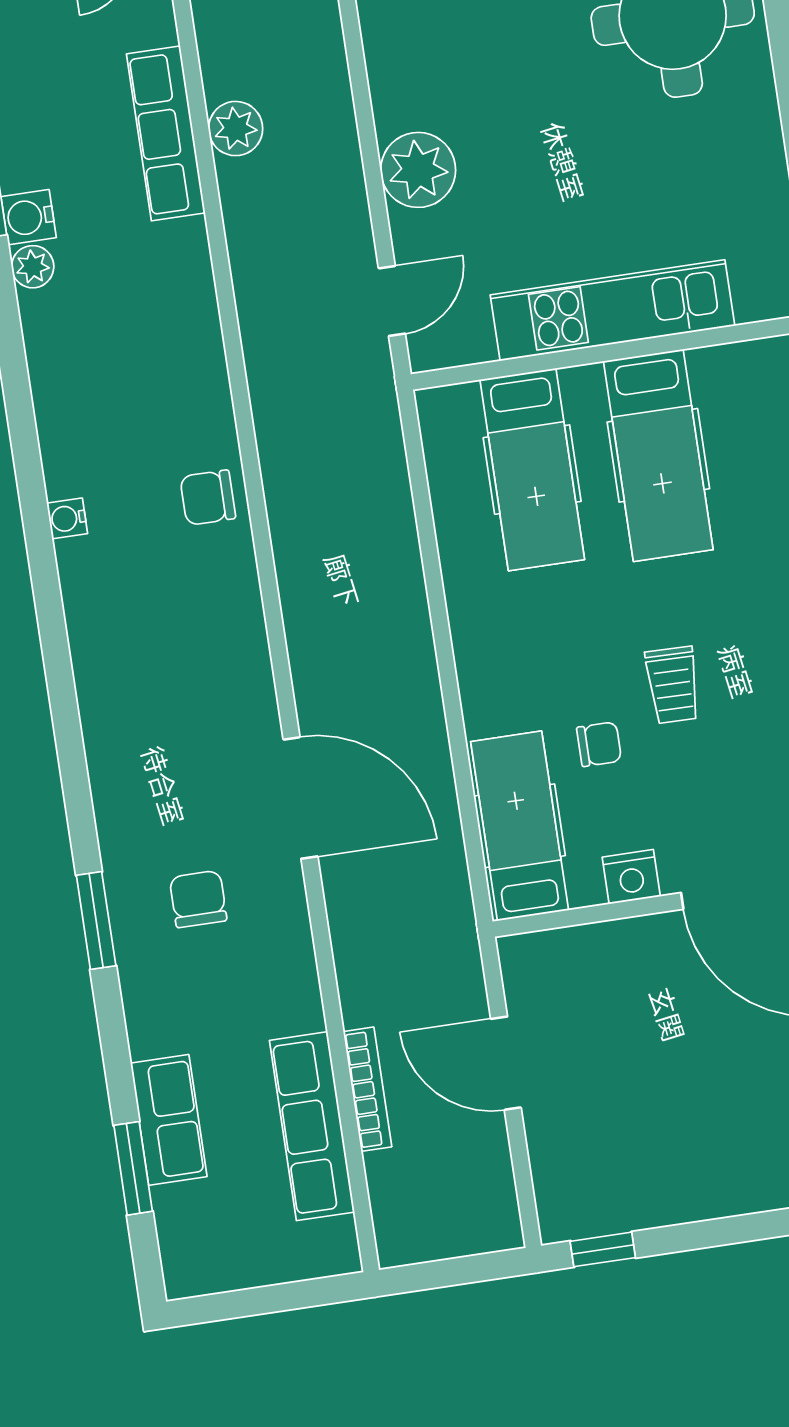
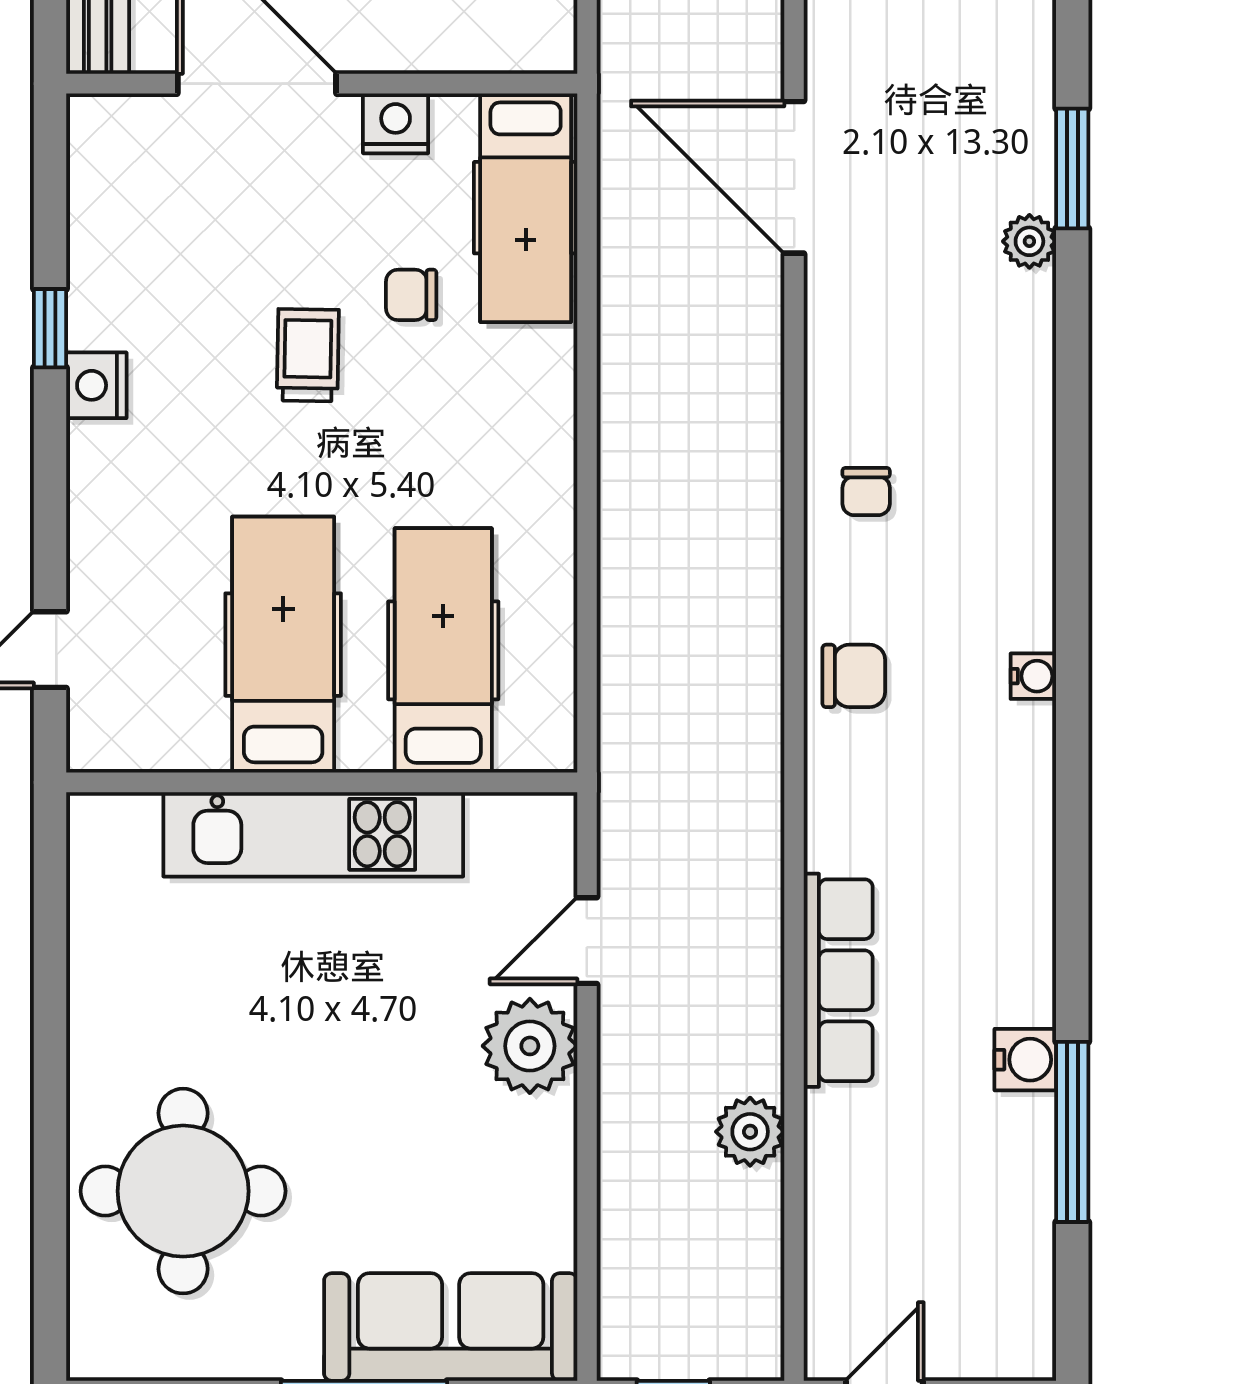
row of seats: (166, 133) -> (838, 980), moved
plant: (33, 267) -> (1029, 241), moved
door: (392, 301) -> (587, 941), moved
door: (300, 798) -> (794, 177), moved
chair: (198, 899) -> (866, 492), moved, width x0.73, depth x0.73

